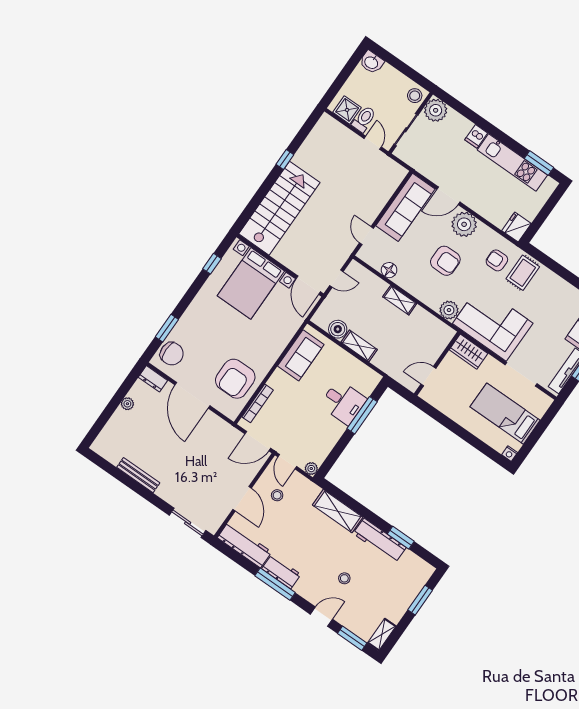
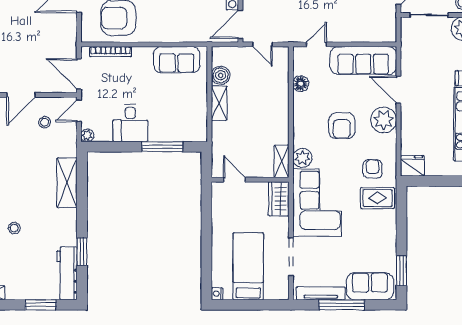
shelving: (400, 300) -> (282, 161), moved
desk: (343, 402) -> (130, 123), moved
workbench: (380, 541) -> (67, 273), moved

